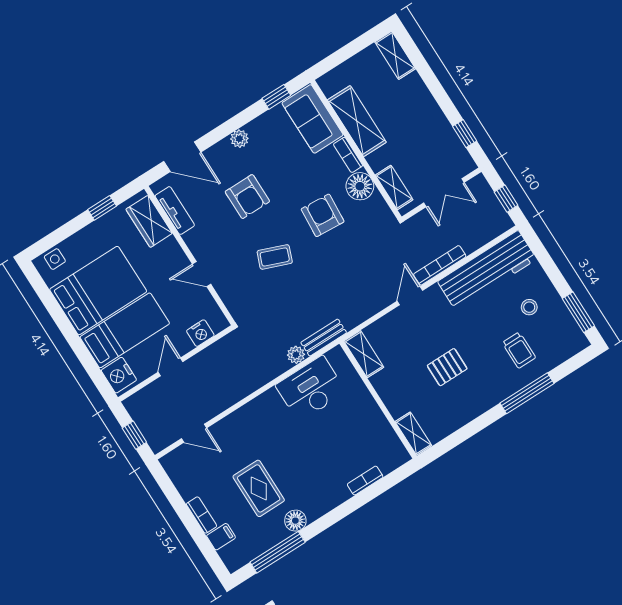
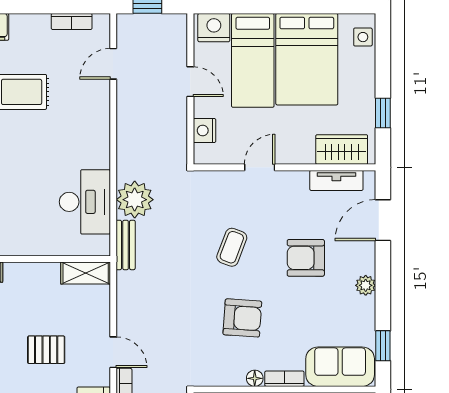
floor lamp: (360, 186) -> (255, 378), width x0.53, depth x0.53
plant: (296, 355) -> (135, 200), width x1.87, depth x1.87
pallet: (447, 367) -> (46, 350), moved, turned 90
bookcase: (202, 515) -> (72, 21), moved

